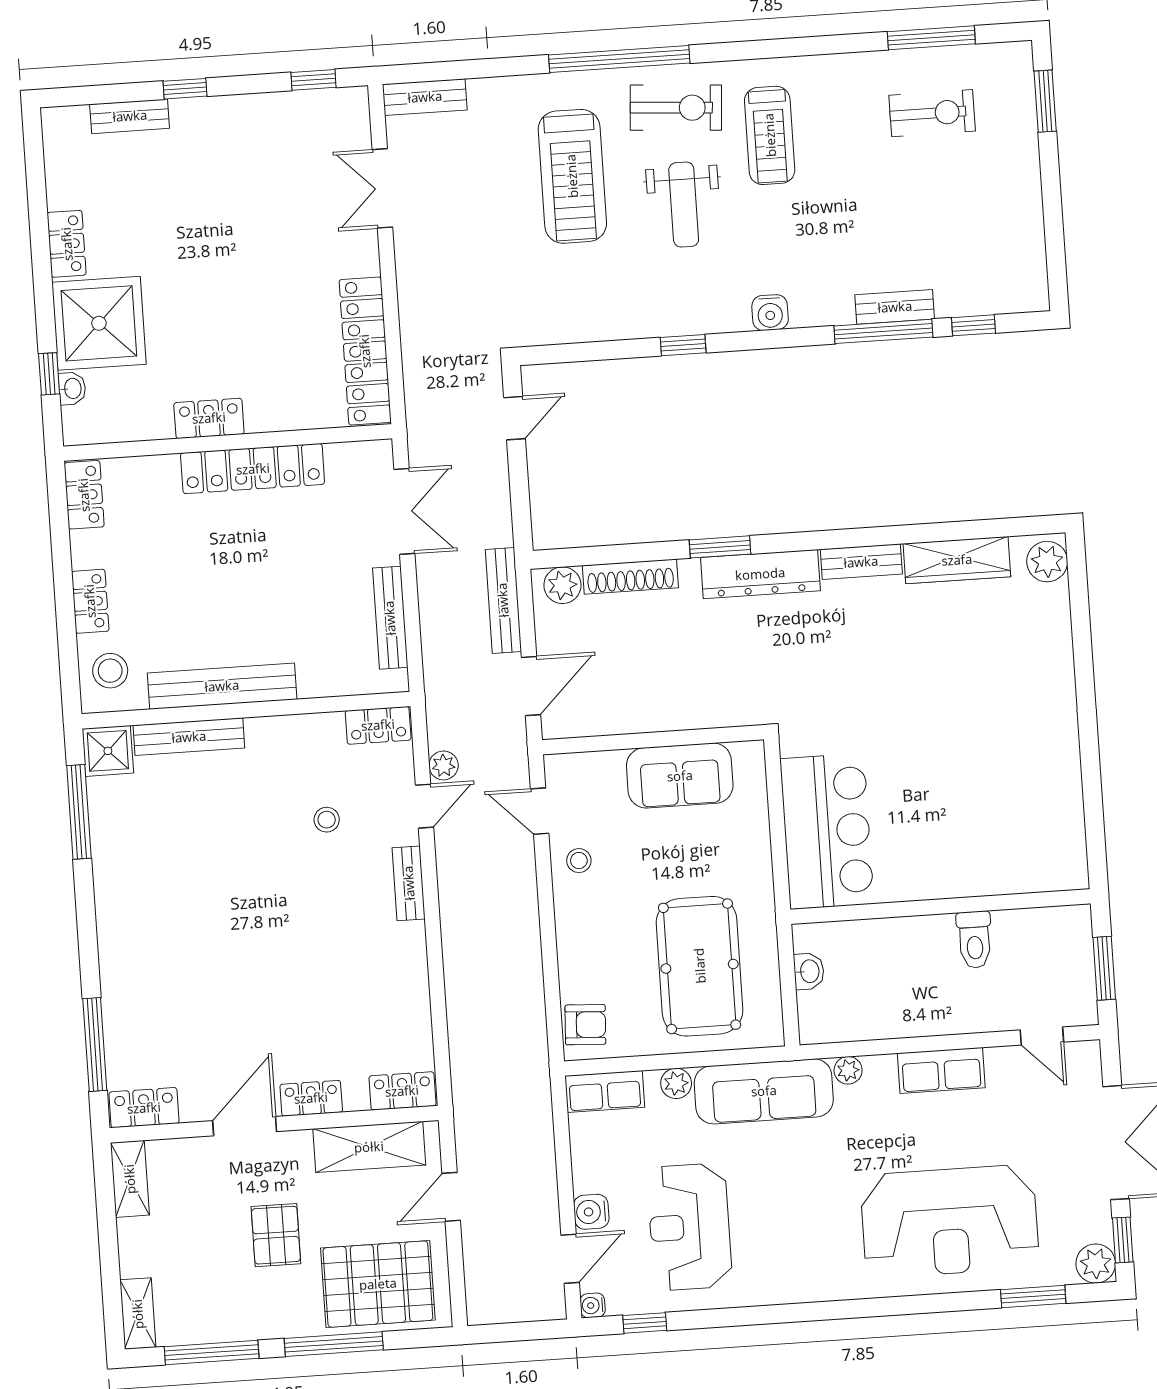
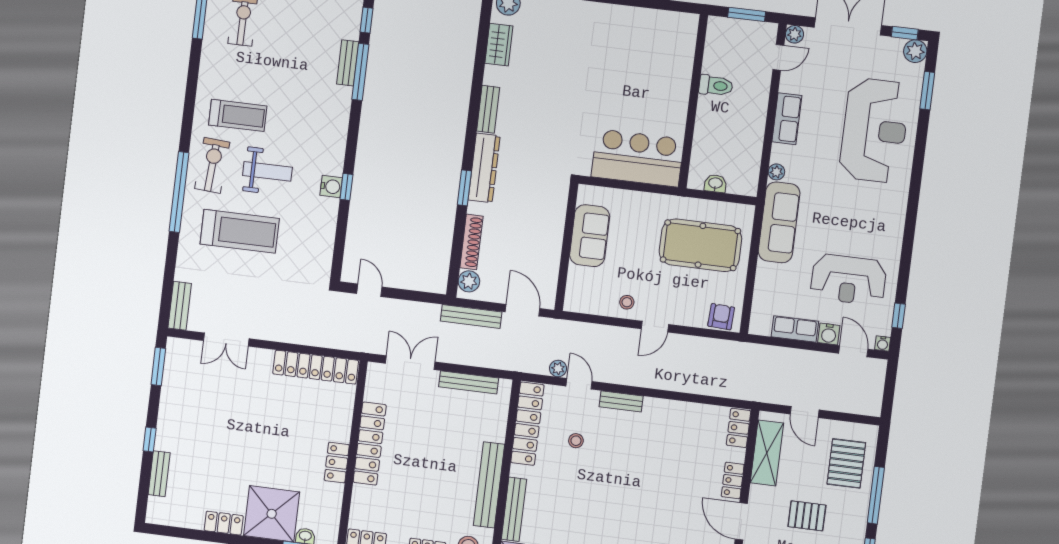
window: (313, 80) -> (158, 366), width x1.50
water cooler: (770, 313) -> (331, 187), moved
wardrobe: (957, 560) -> (499, 45), width x0.67
locker: (378, 725) -> (527, 424), width x2.16, depth x1.21
door: (540, 811) -> (655, 327), moved
plant: (676, 1083) -> (794, 34), moved
row of seats: (605, 1091) -> (795, 329), moved, turned -90
pallet: (378, 1284) -> (846, 463), width x0.73, depth x0.71

